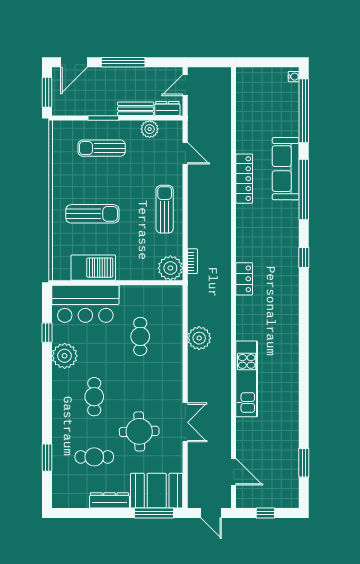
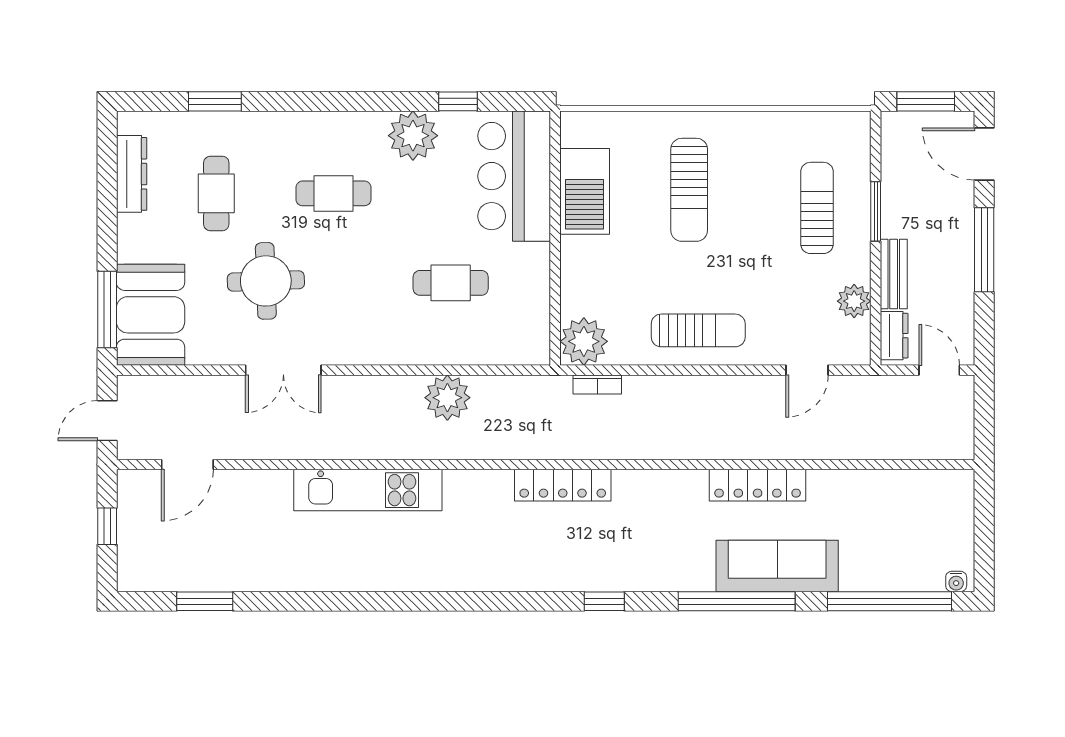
locker: (244, 279) -> (563, 485), width x1.53
dresser: (109, 500) -> (132, 174), moved

